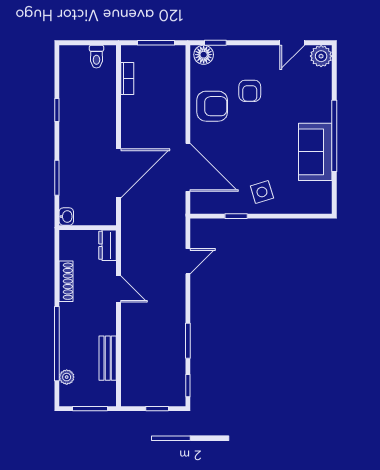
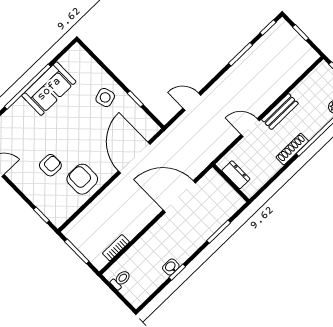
floor lamp: (204, 55) -> (56, 215), removed
washbasin: (66, 217) -> (171, 267), moved
dresser: (108, 245) -> (236, 175), moved, turned -90
shoe rack: (66, 281) -> (292, 149), moved
door: (118, 289) -> (250, 128), hinge flipped
bench: (108, 358) -> (280, 111), moved

